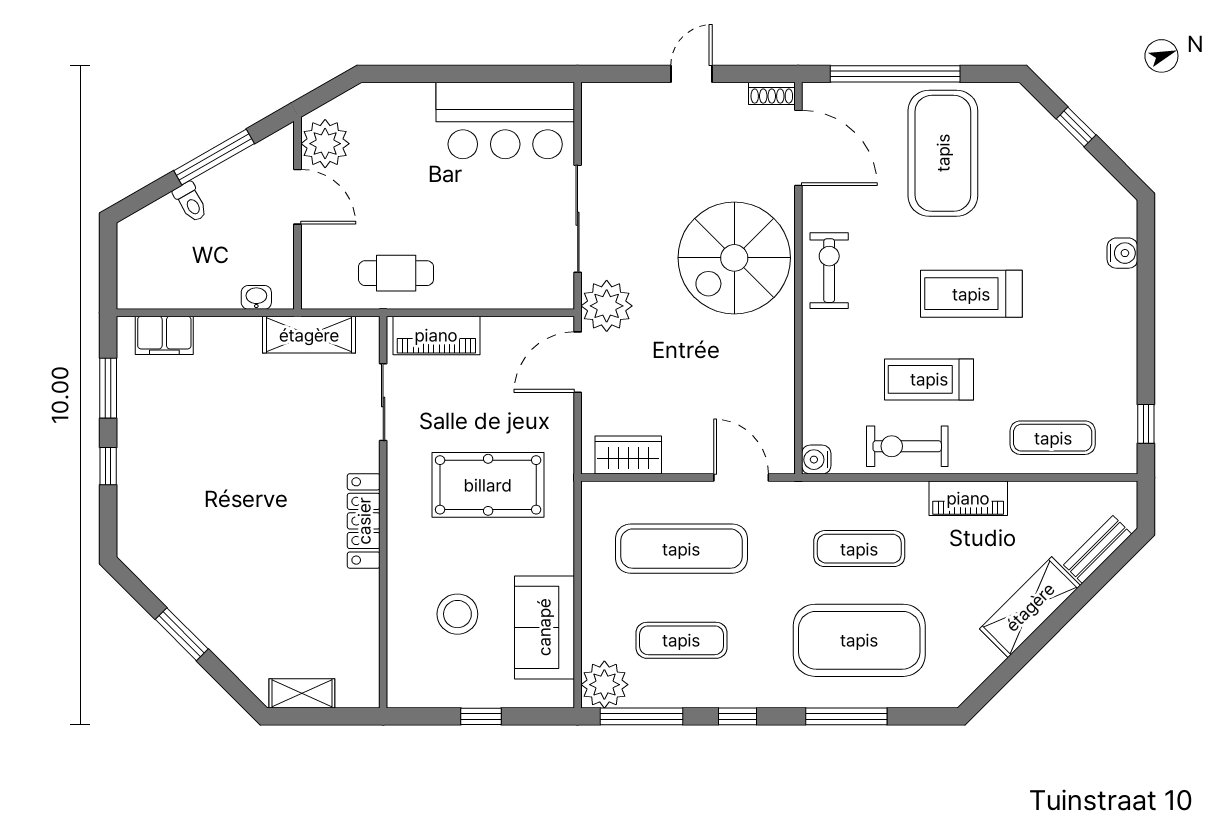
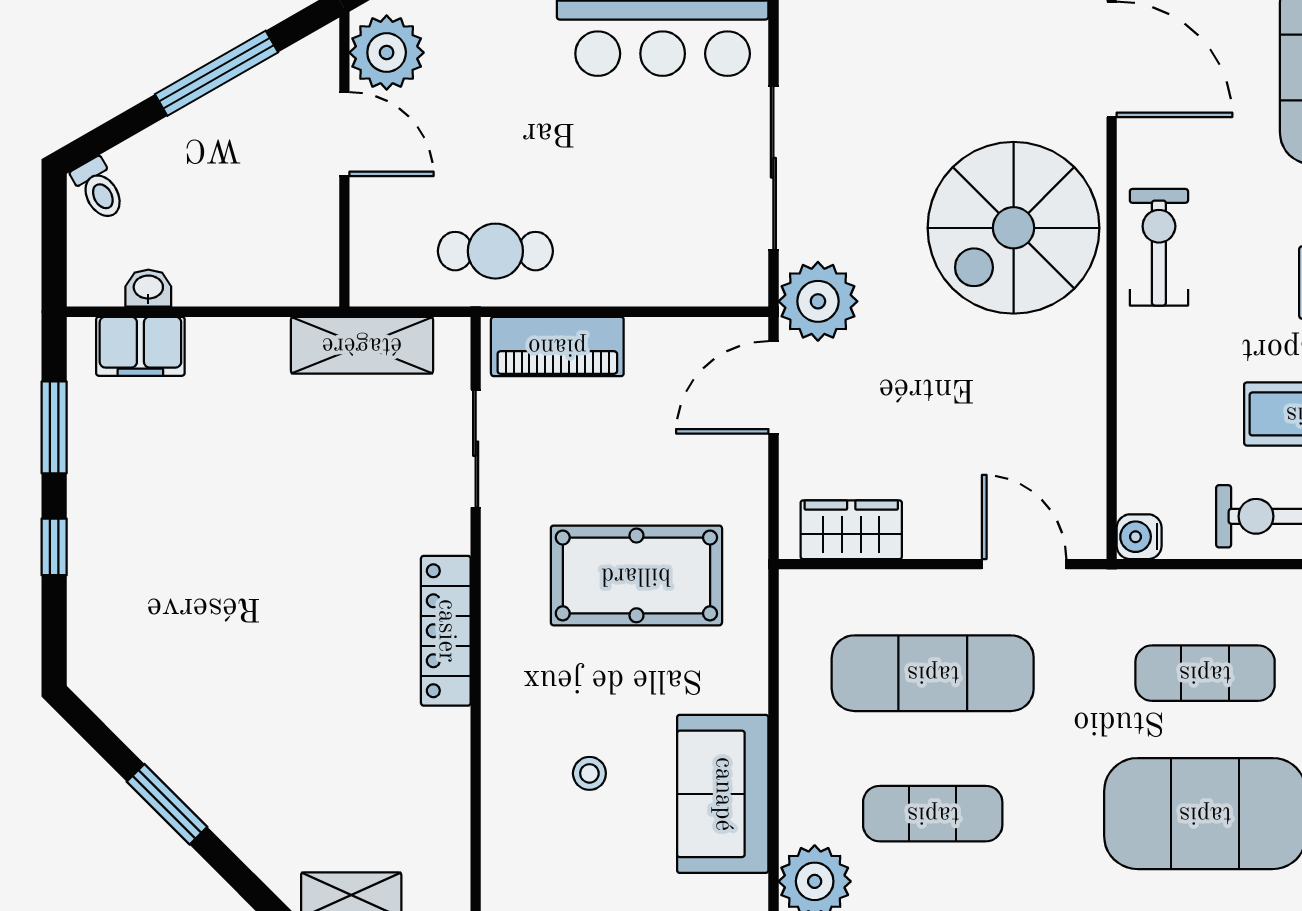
toilet: (191, 202) -> (99, 189), moved
washbasin: (256, 297) -> (148, 288), moved
stool: (457, 614) -> (589, 773), width x0.53, depth x0.53

